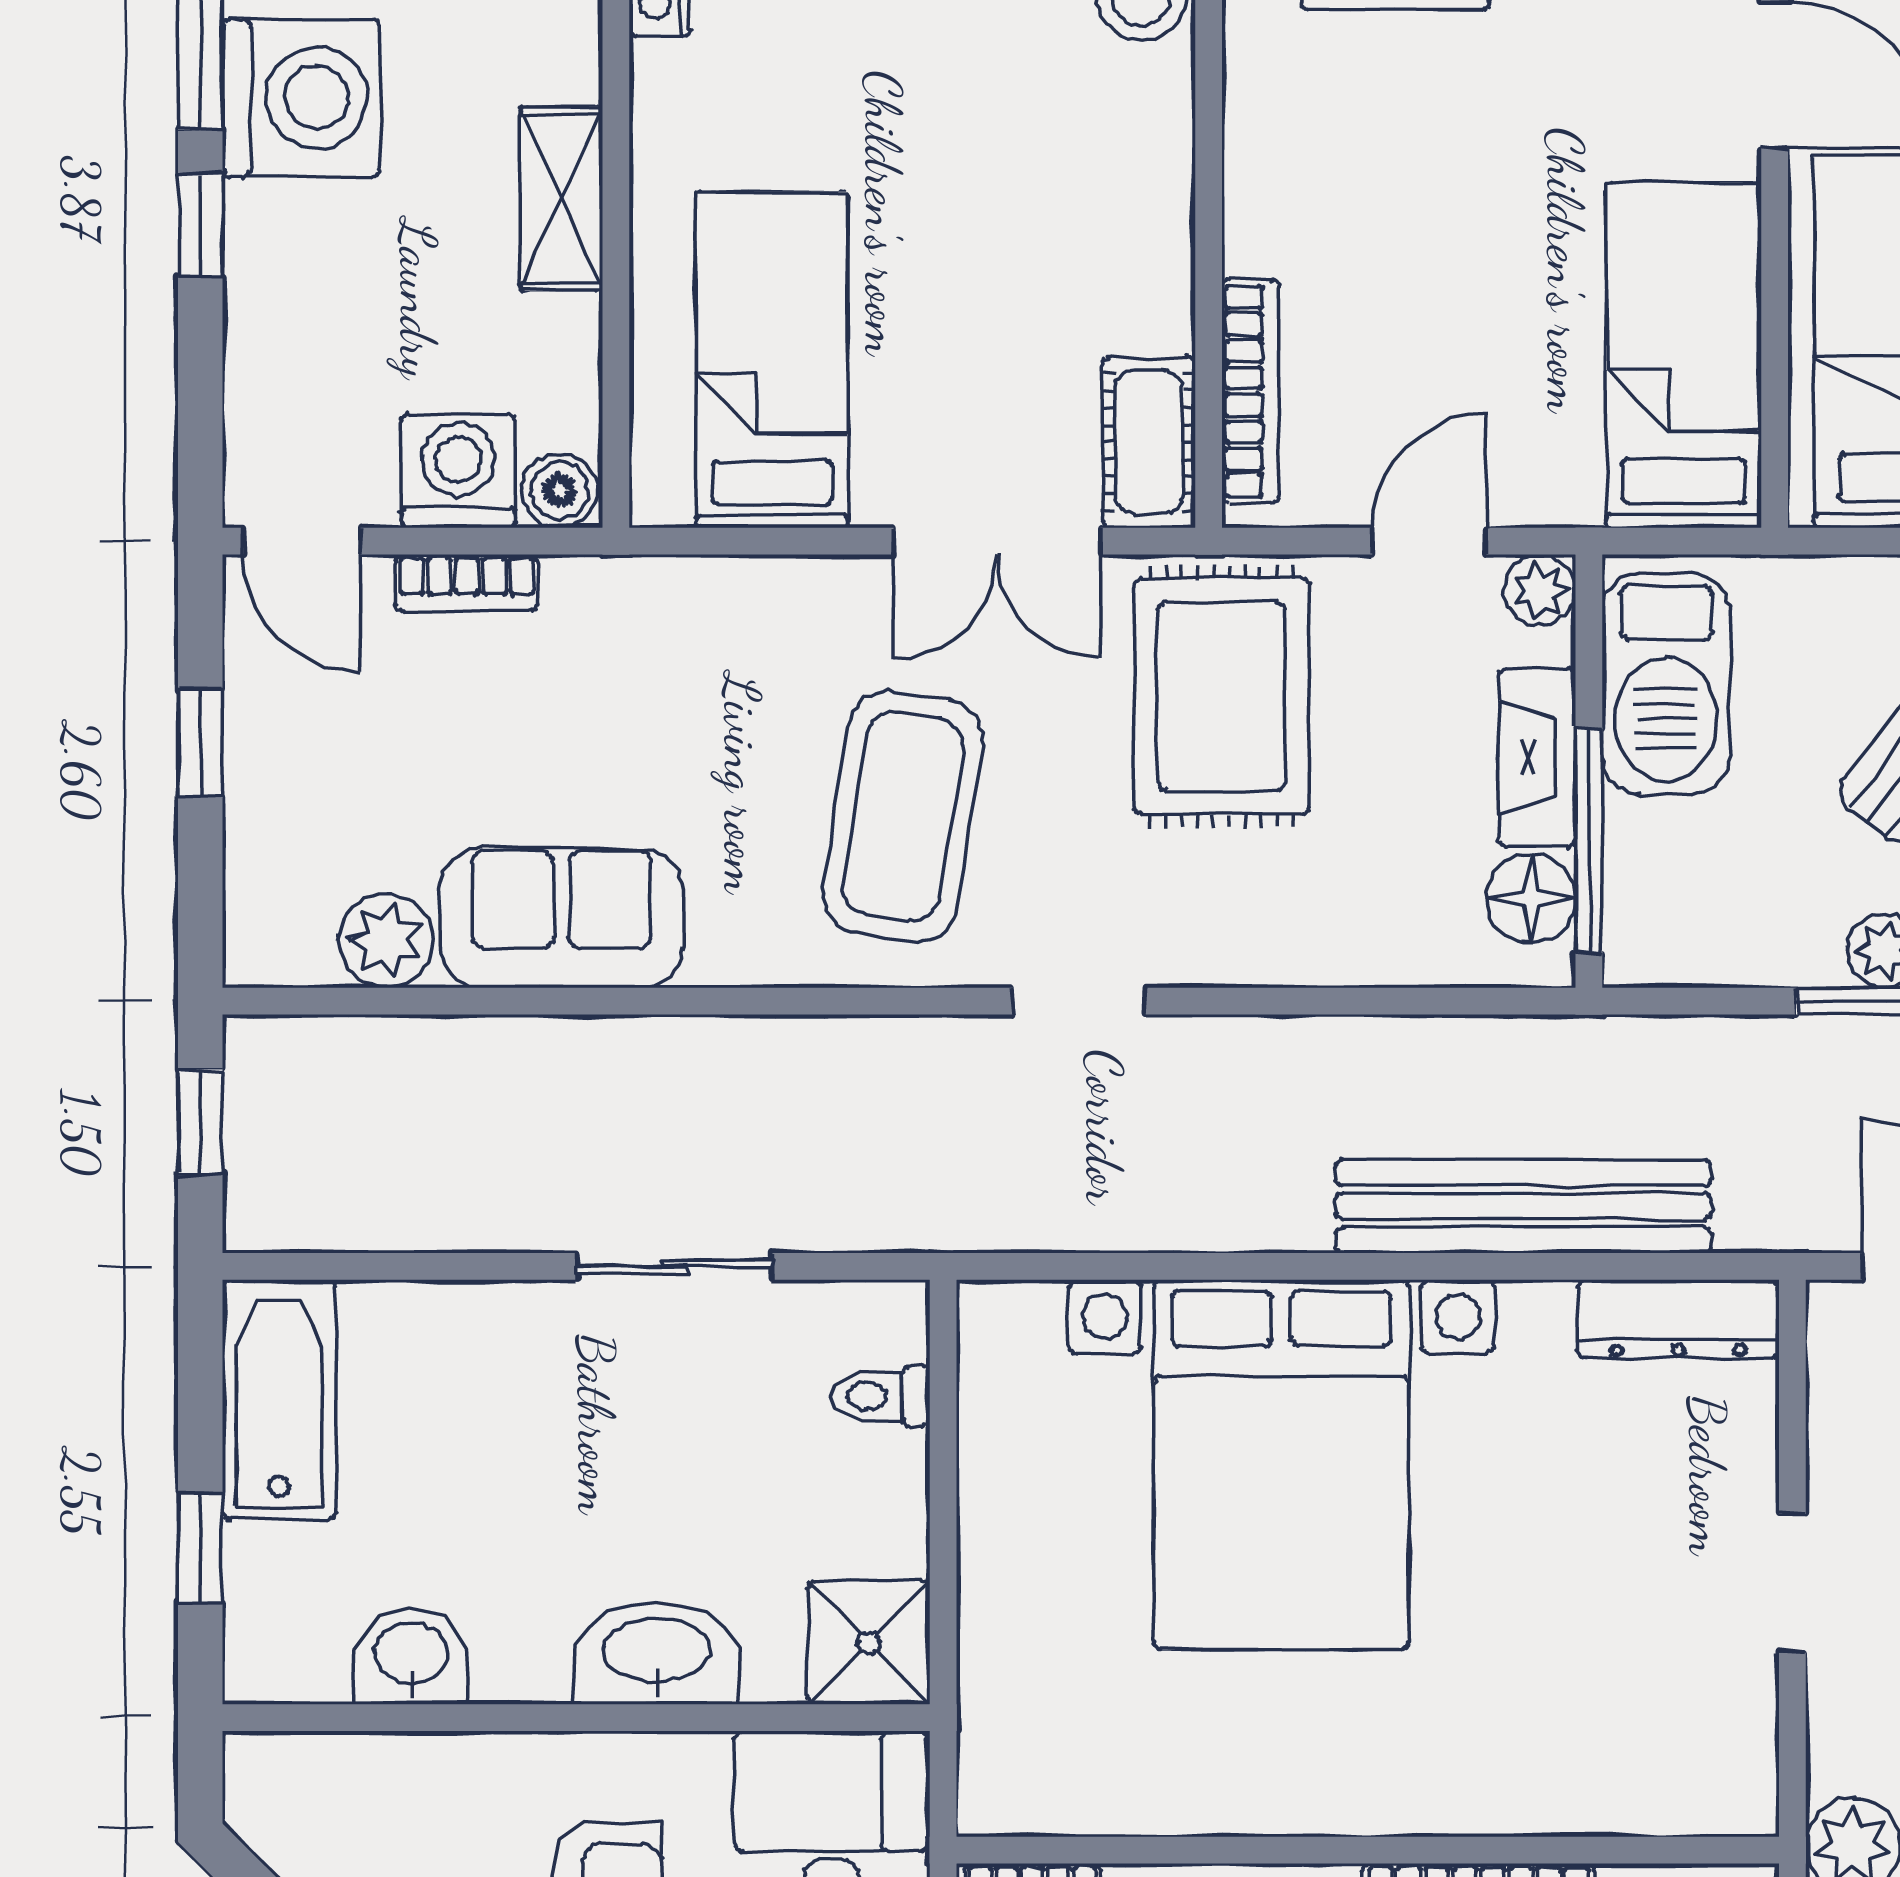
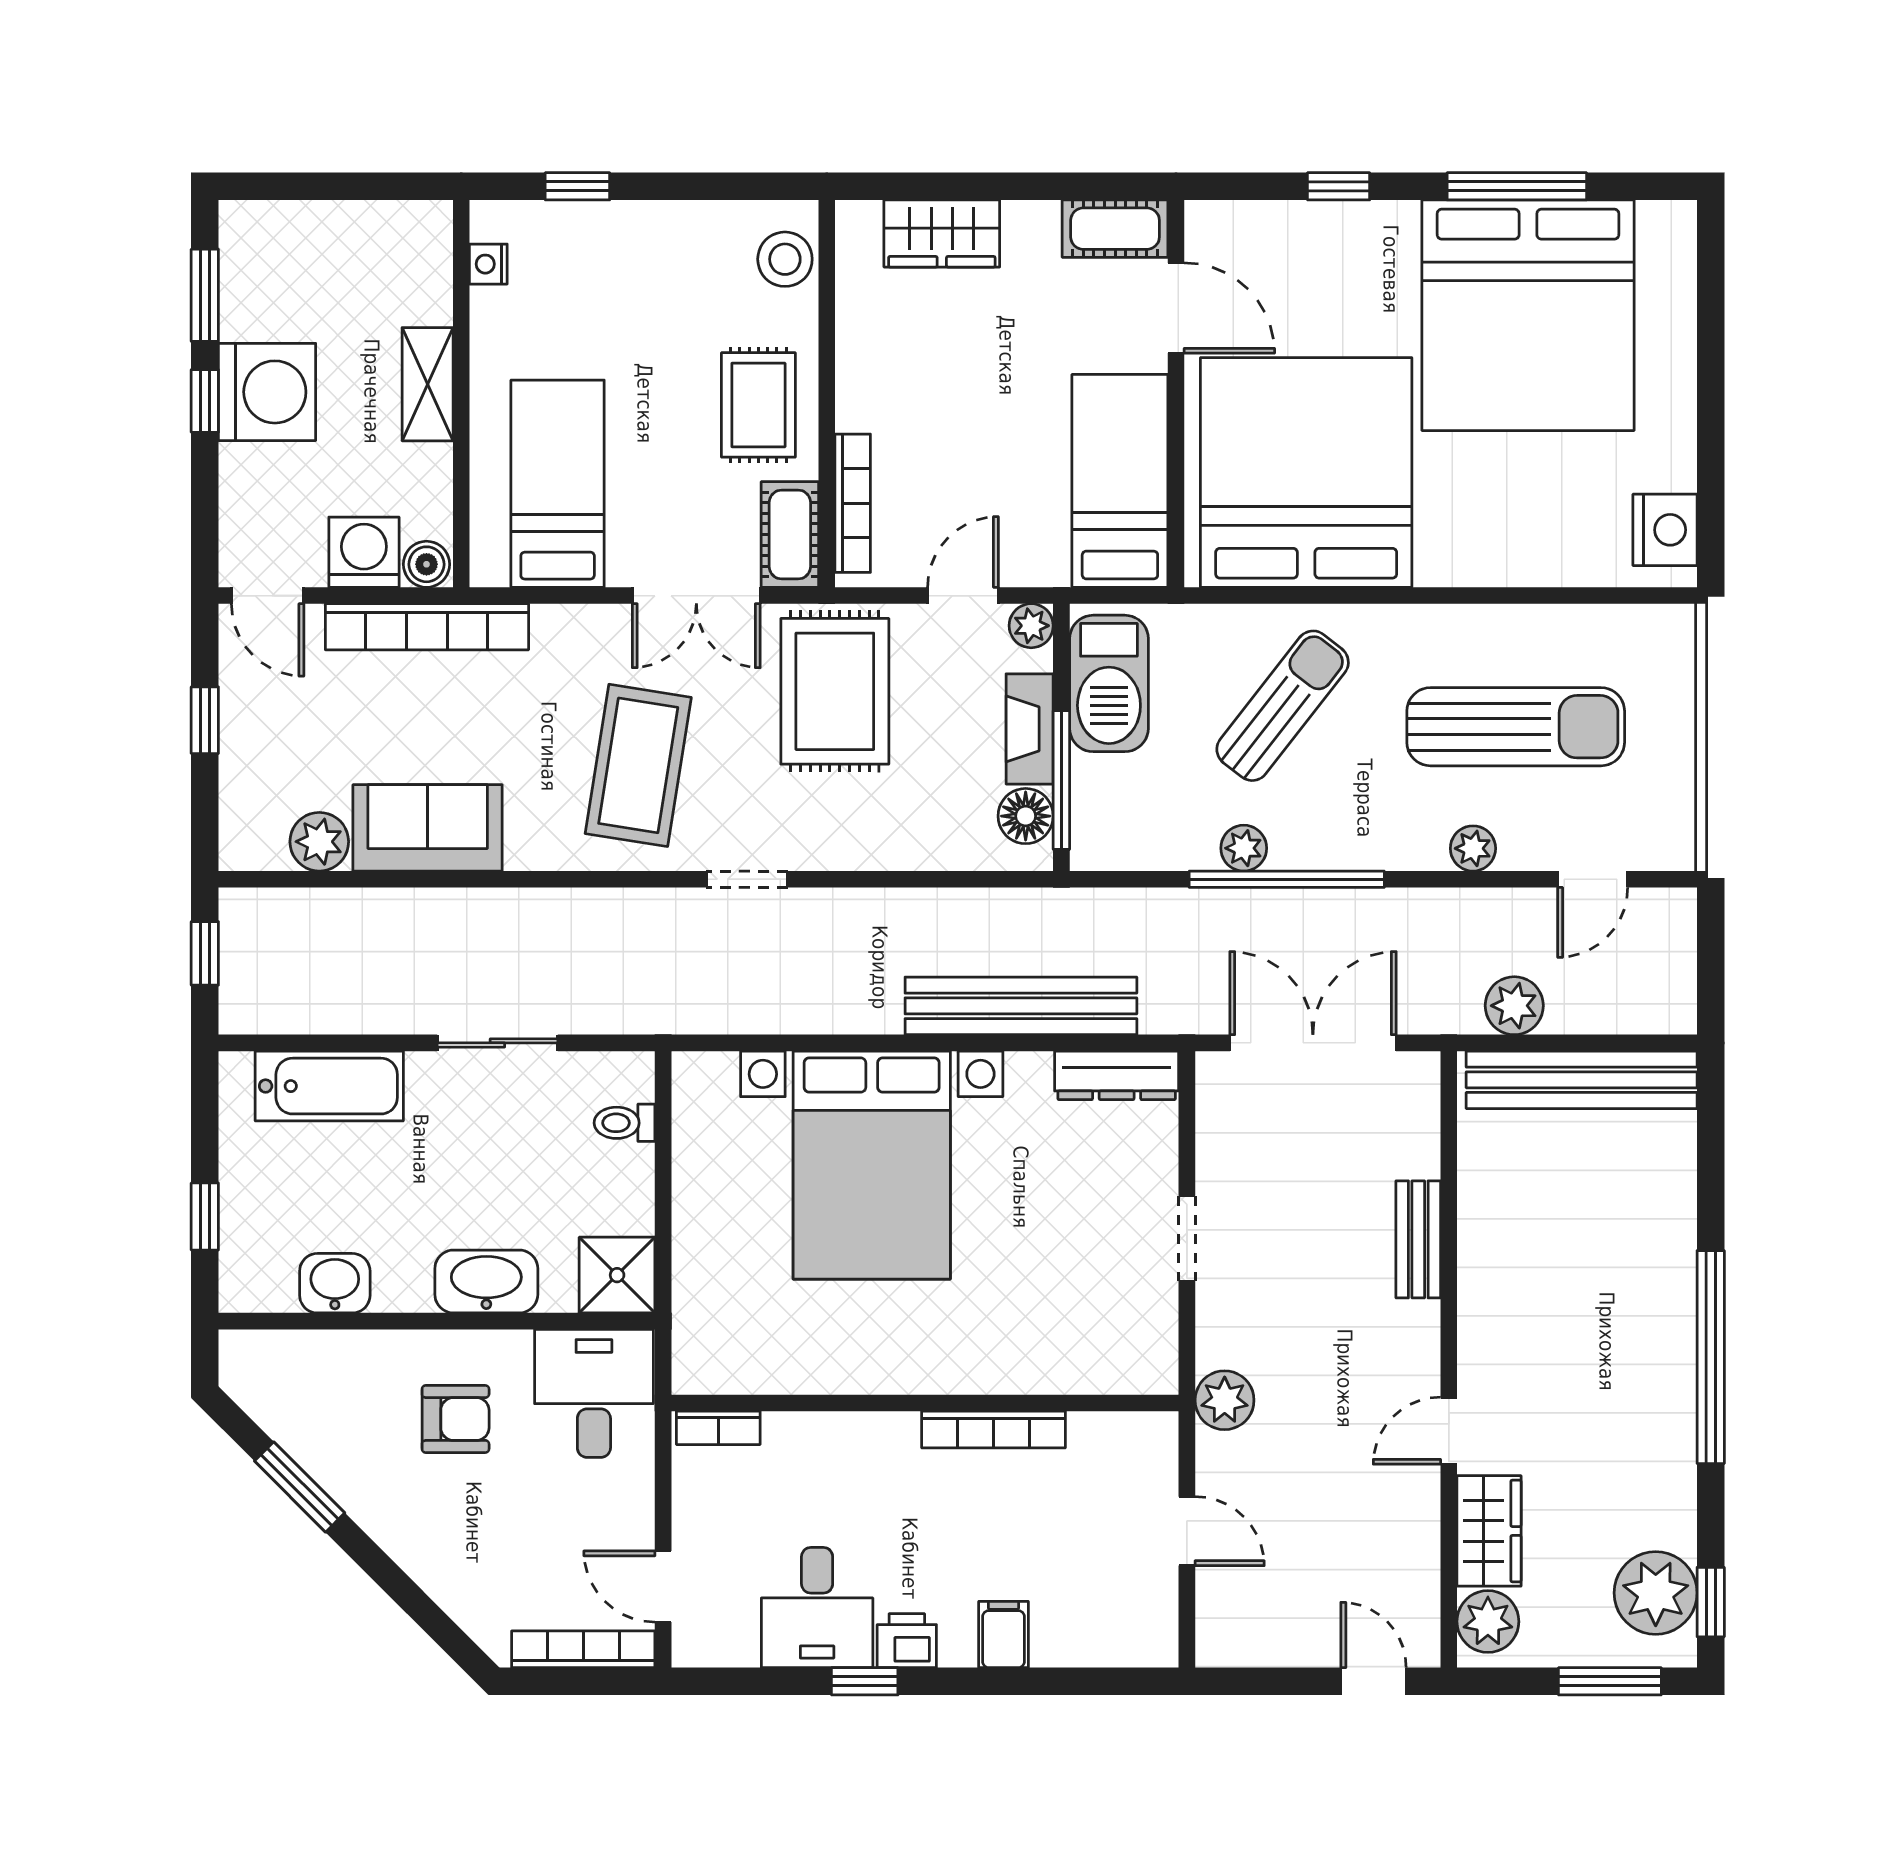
washing machine: (301, 98) -> (267, 392), moved
rug: (1098, 232) -> (758, 405), added
bookcase: (467, 583) -> (427, 627), width x2.31, depth x1.31
bathtub: (279, 1400) -> (329, 1086), moved, turned 90

